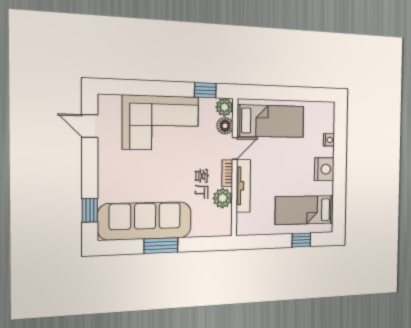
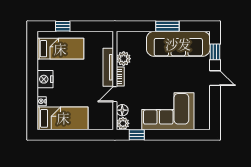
bed: (271, 121) -> (63, 118), moved, turned 180
door: (90, 126) -> (215, 78), moved

